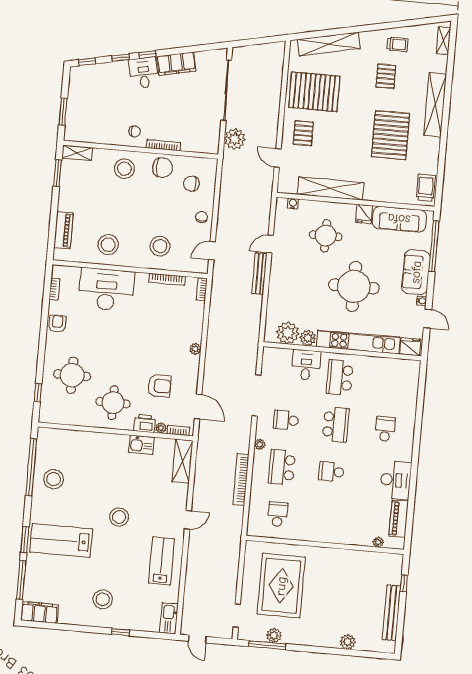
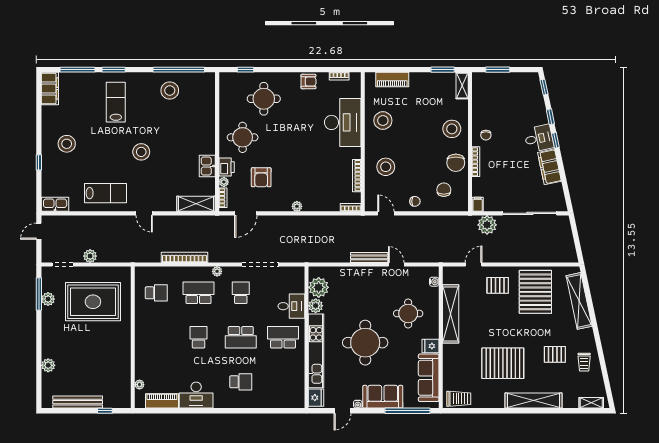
filing cabinet: (211, 147) -> (478, 204), added
lab bench: (61, 540) -> (116, 102), width x0.73, depth x0.72
plant: (230, 584) -> (90, 256), added

